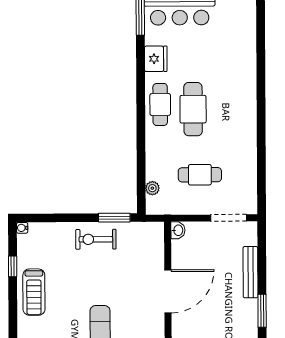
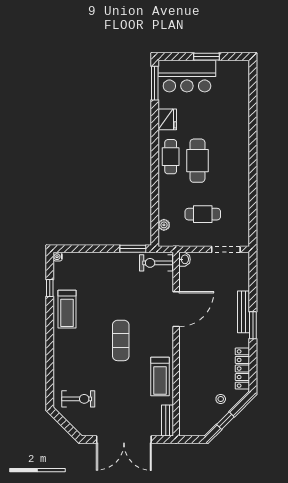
exercise bike: (96, 239) -> (156, 263), moved
bench: (250, 272) -> (244, 312), moved

